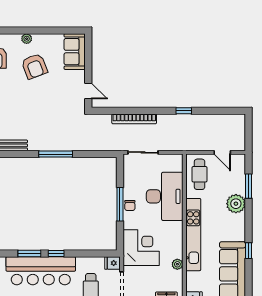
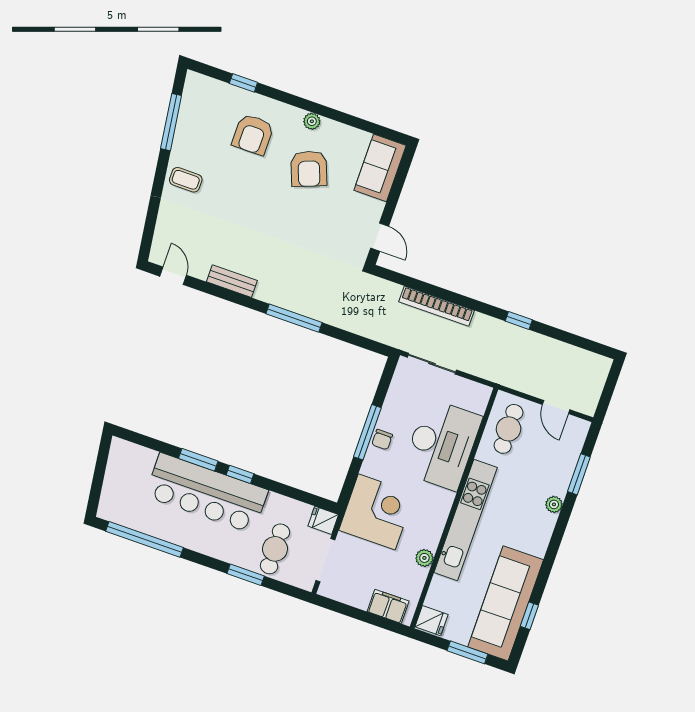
plant: (236, 204) -> (554, 504), width x0.53, depth x0.53
window: (249, 251) -> (529, 616), moved

